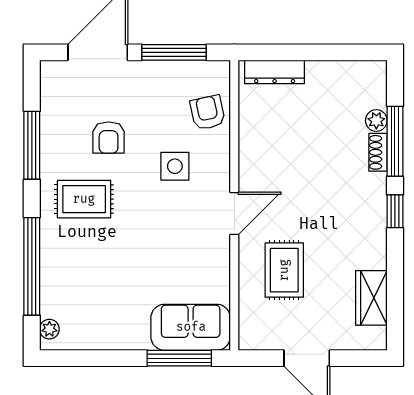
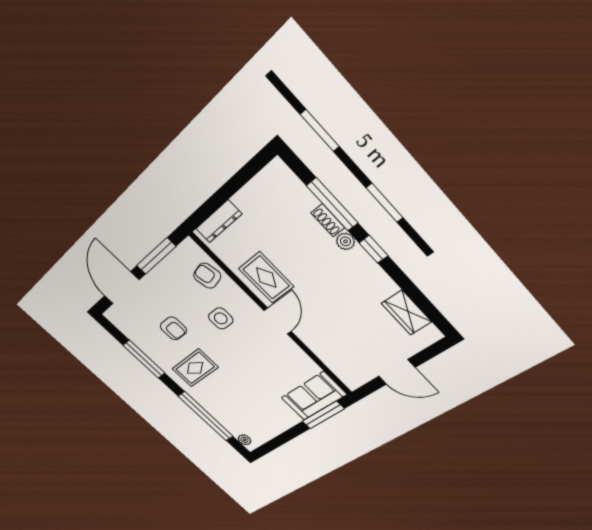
plant: (376, 121) -> (345, 241), moved
rug: (284, 270) -> (266, 278), moved

